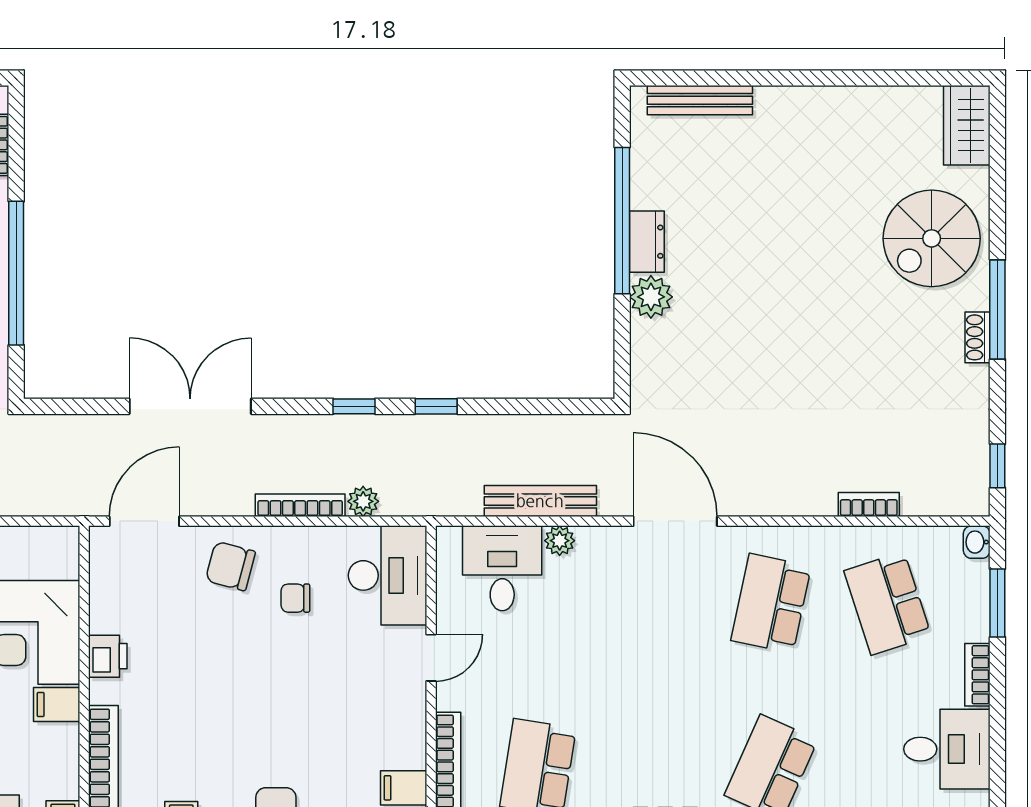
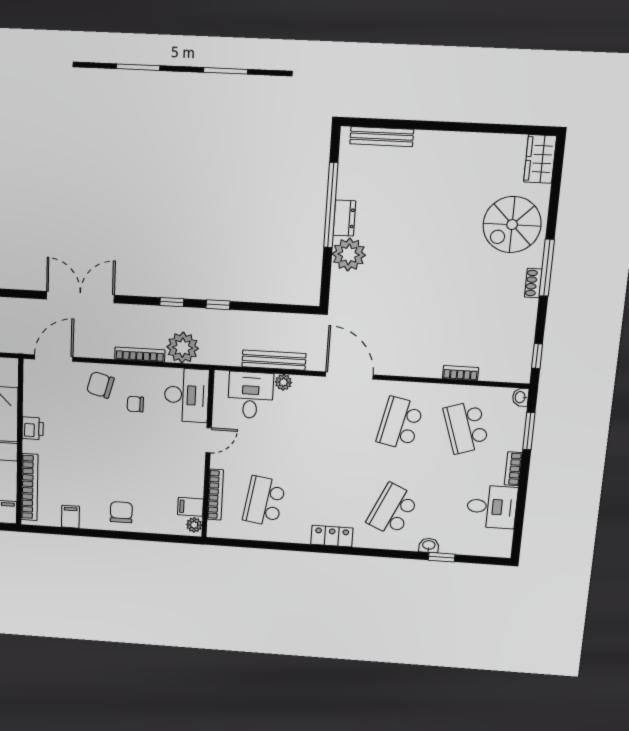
plant: (651, 297) -> (349, 254), width x1.36, depth x1.36
plant: (363, 501) -> (183, 348), width x1.88, depth x1.88

